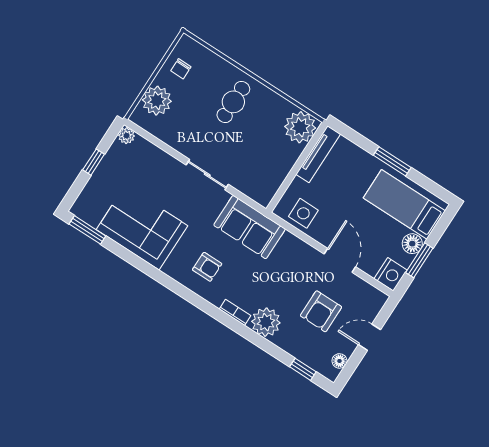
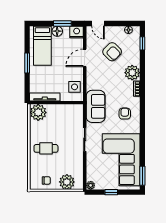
corner sofa: (142, 228) -> (121, 160), width x1.36, depth x1.36
armchair: (321, 311) -> (112, 52), turned 45
door: (370, 337) -> (98, 23), moved

